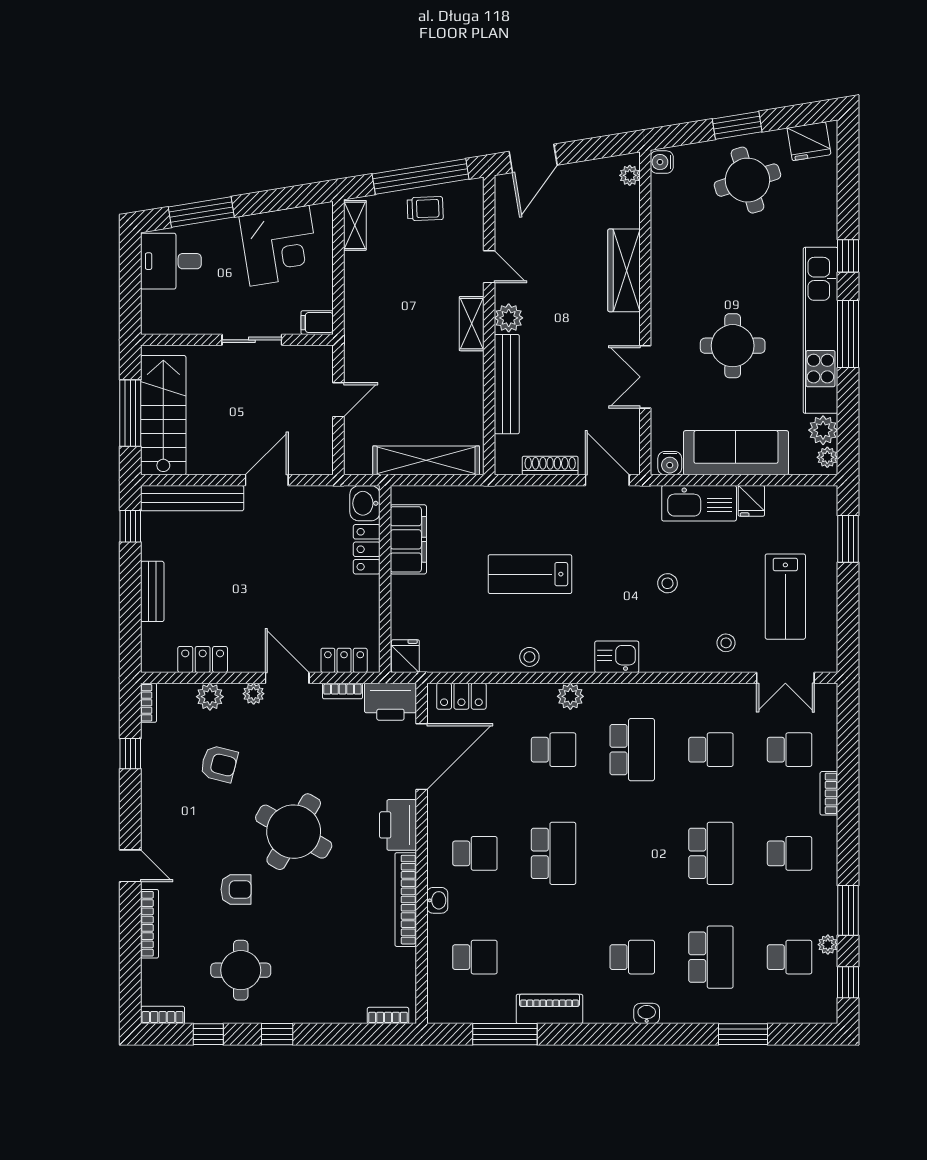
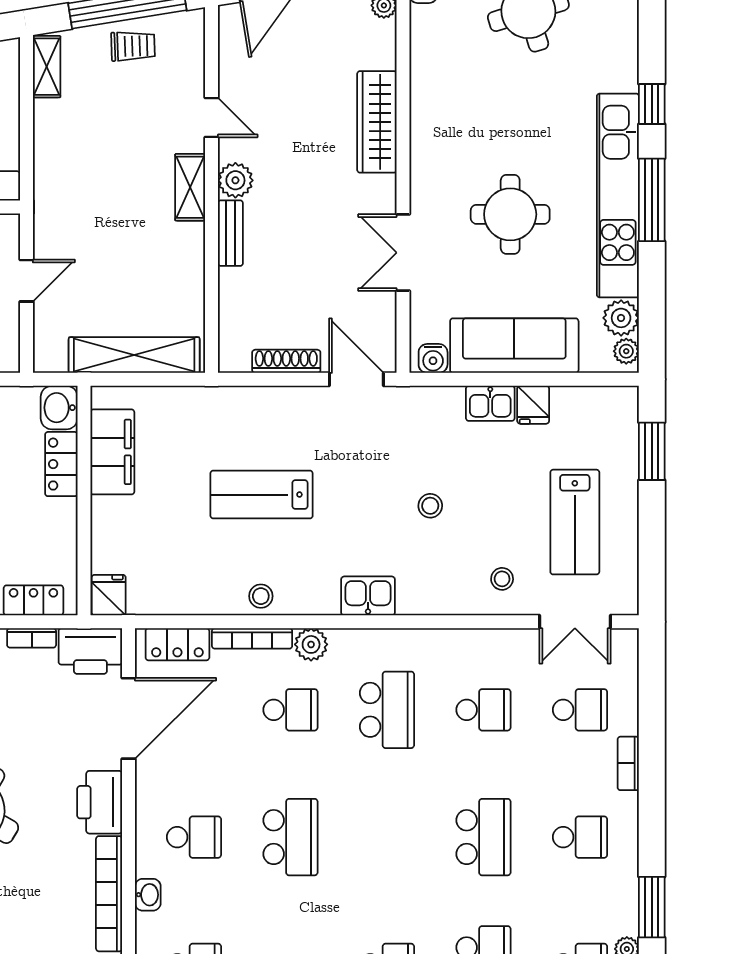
bench: (507, 384) -> (230, 233), width x0.54, depth x0.82
kitchen sink: (699, 503) -> (490, 403), width x0.53, depth x0.81
bookcase: (522, 691) -> (252, 638), added

